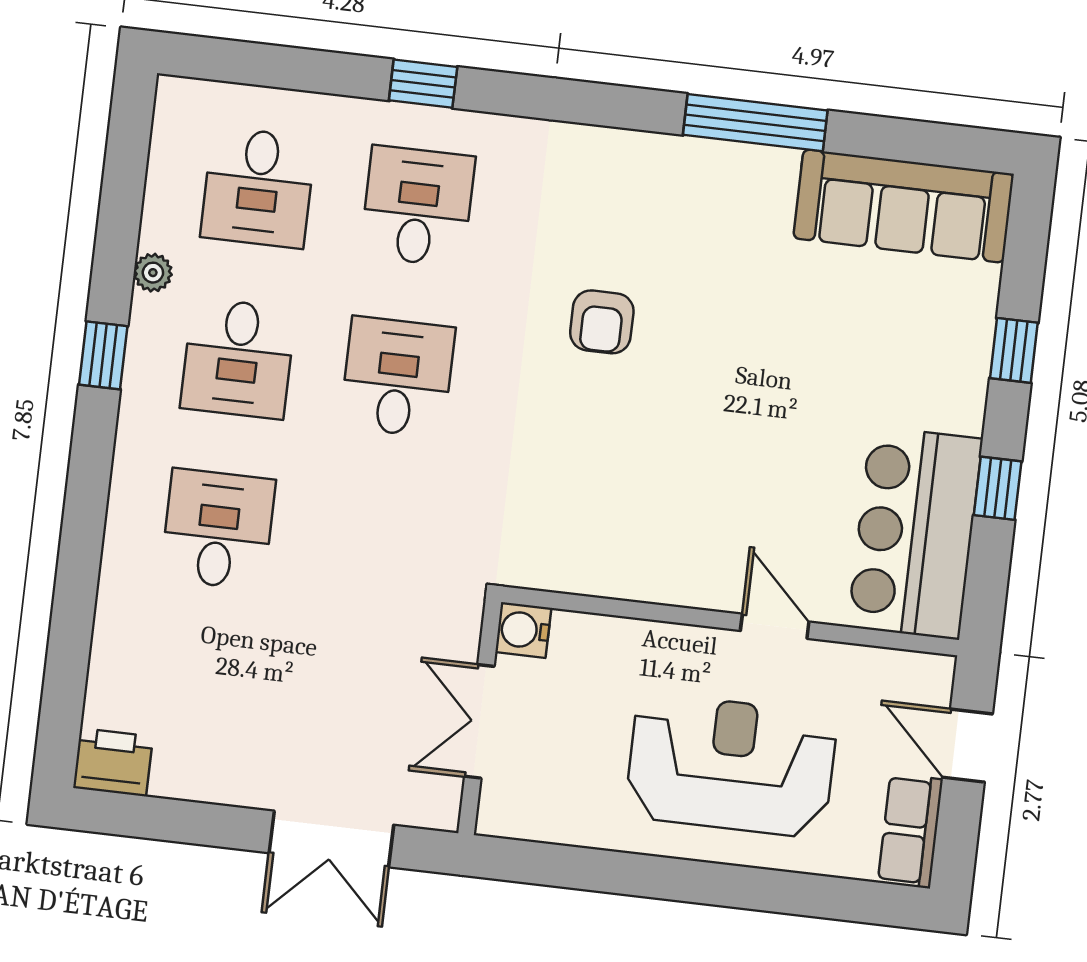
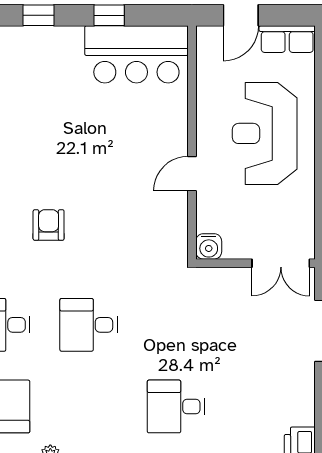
armchair: (602, 322) -> (49, 225), turned -90
desk: (238, 358) -> (89, 406), removed
door: (775, 626) -> (192, 174), moved
double door: (479, 721) -> (281, 263), moved

